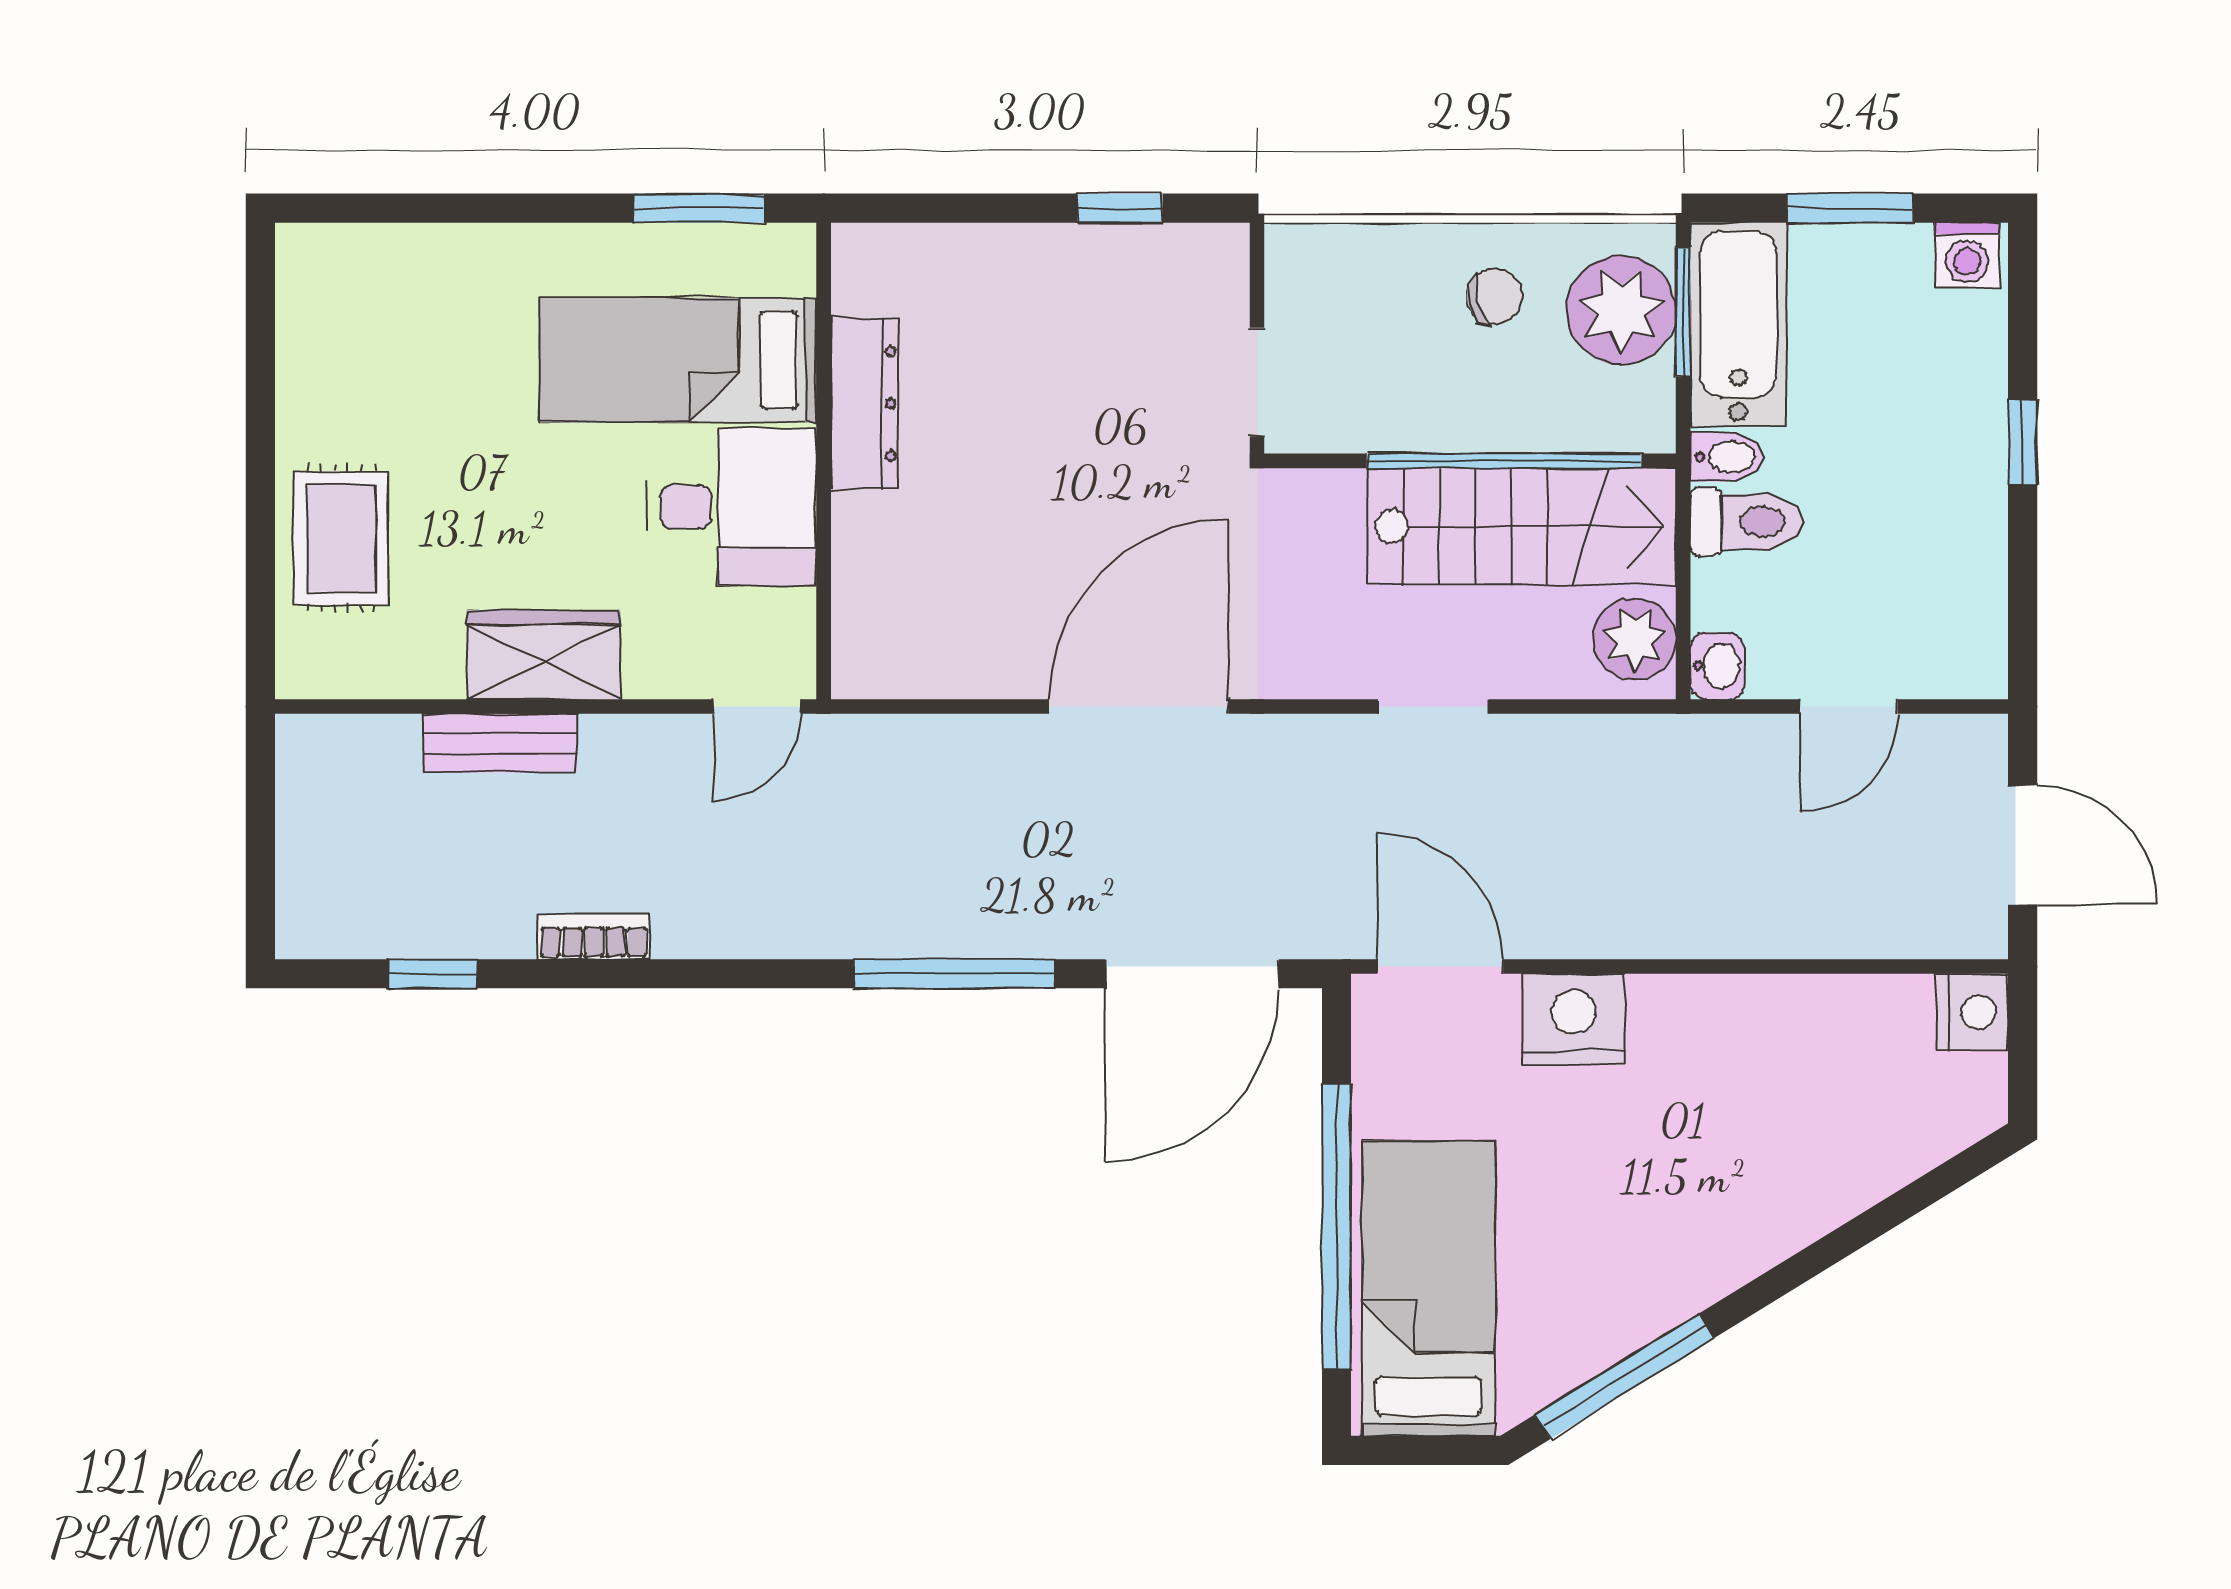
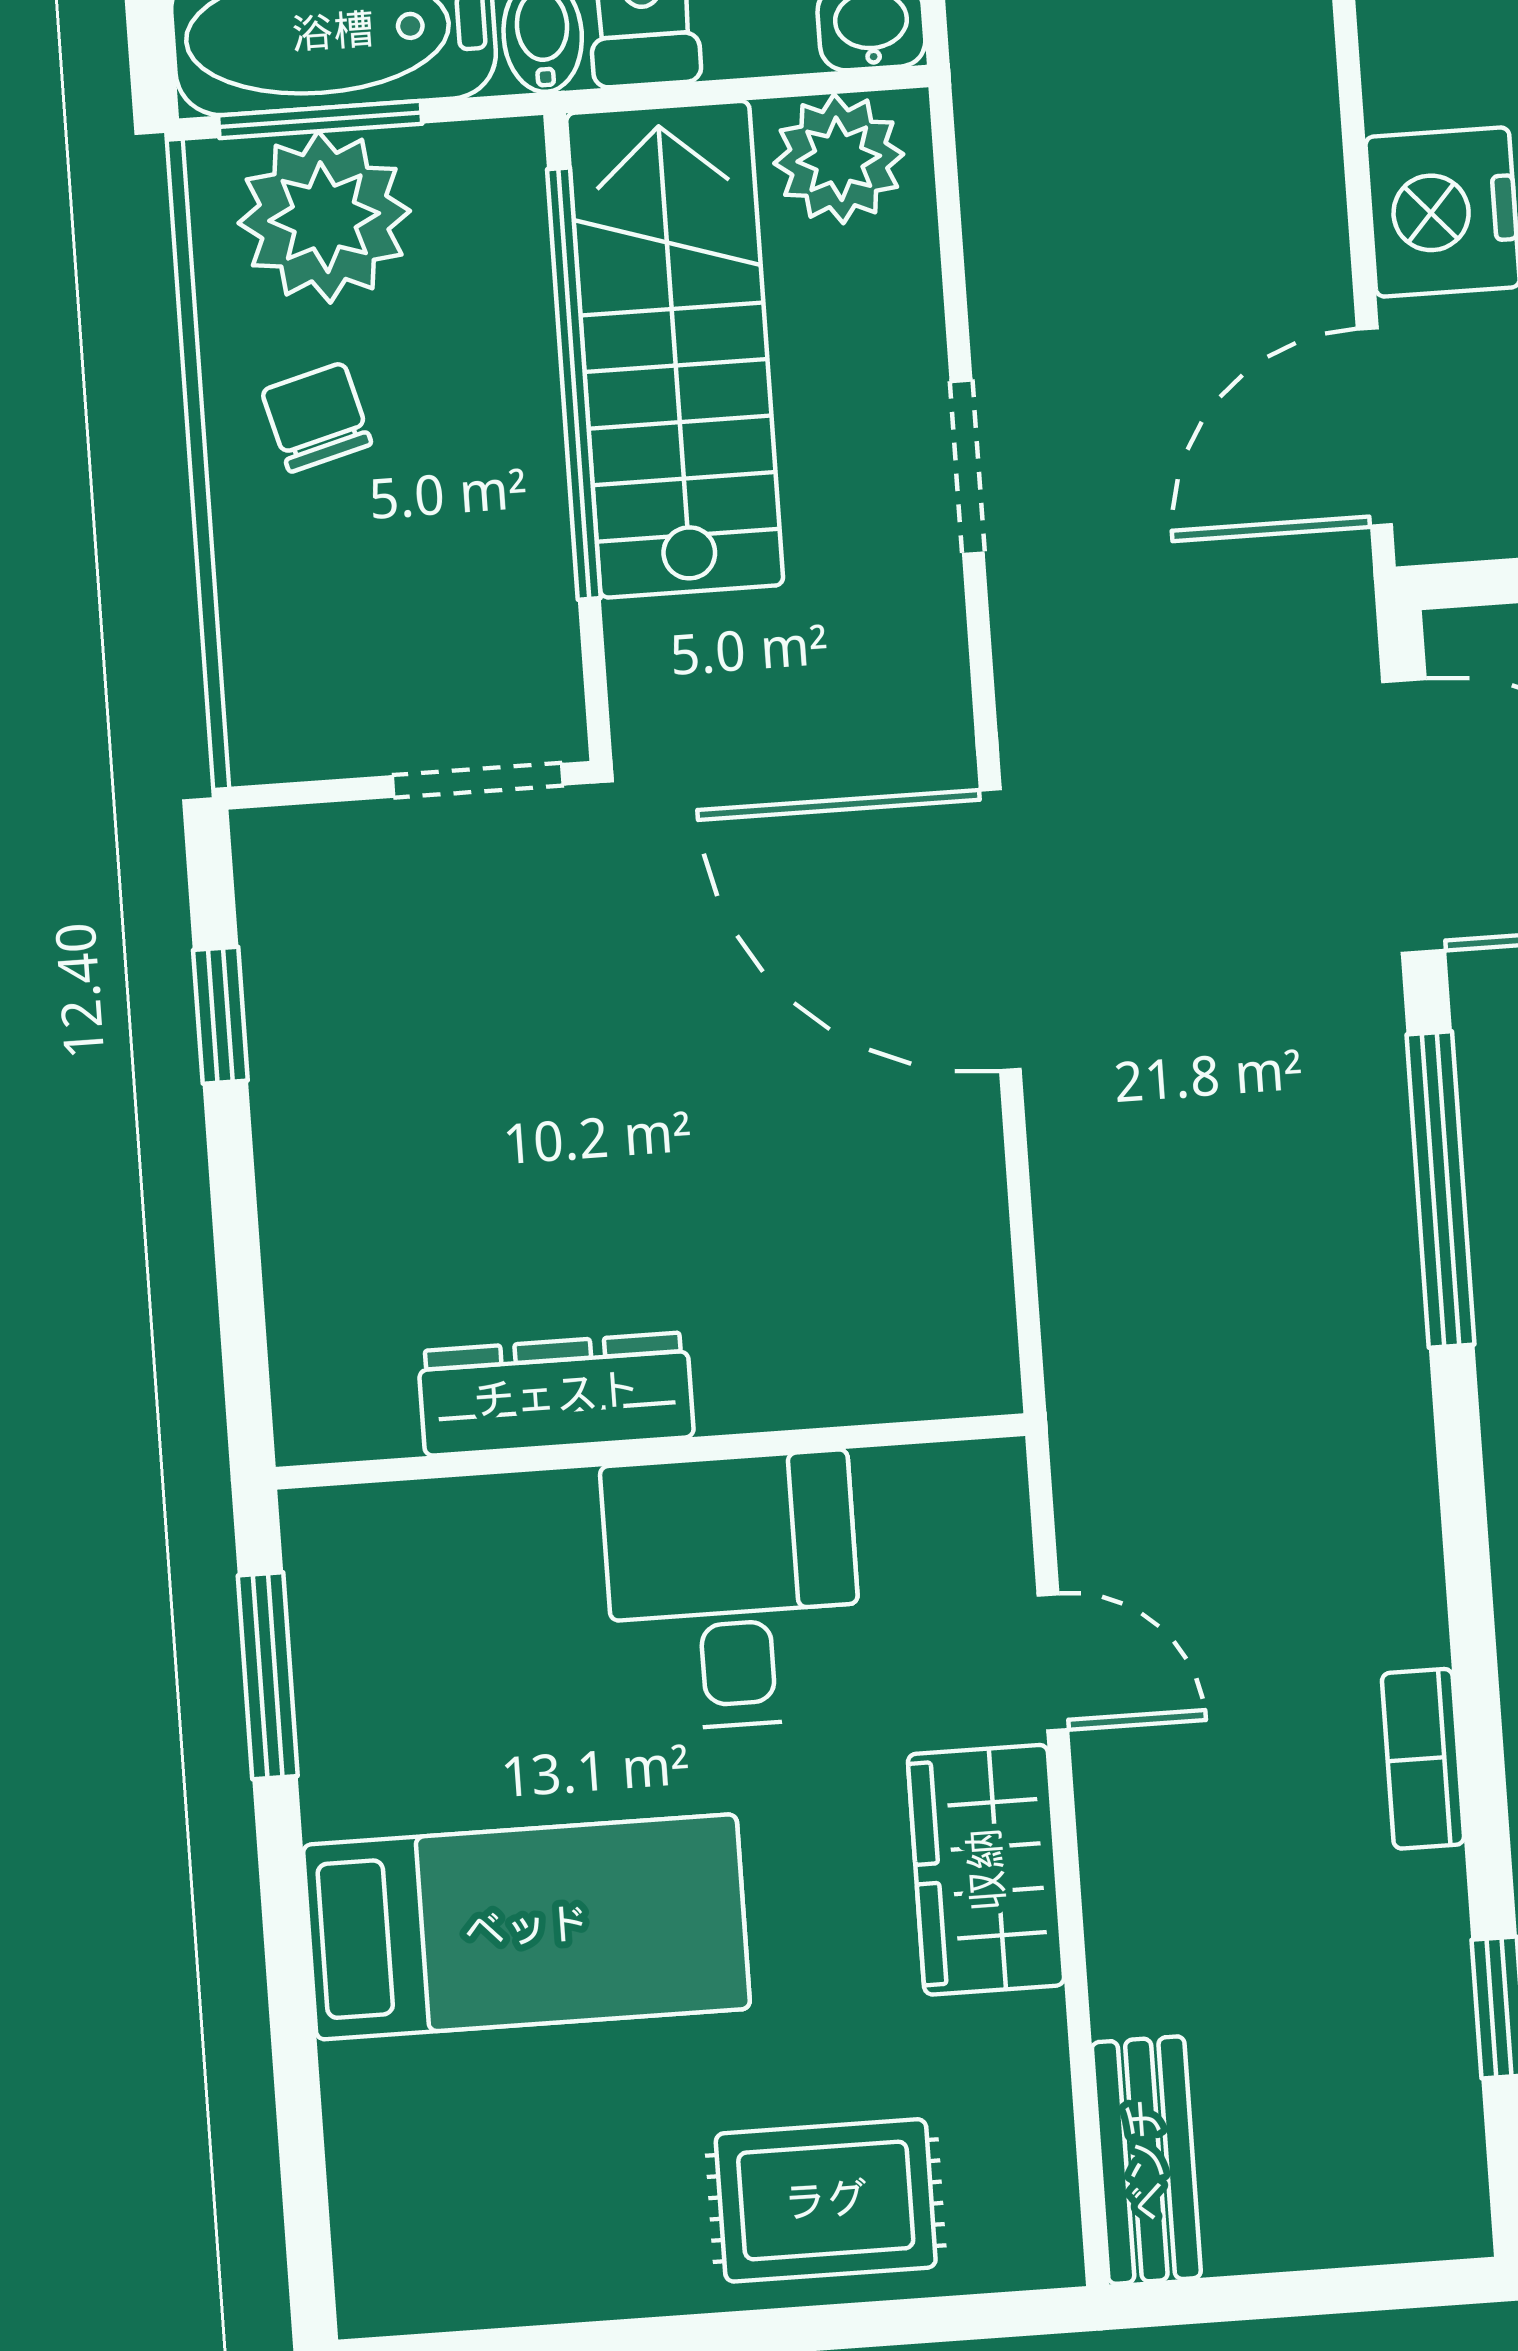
bed: (678, 360) -> (526, 1927), moved, turned -90
door: (757, 706) -> (1053, 1662), moved
bench: (500, 743) -> (1146, 2160), moved

